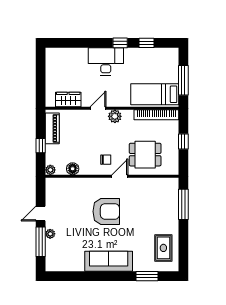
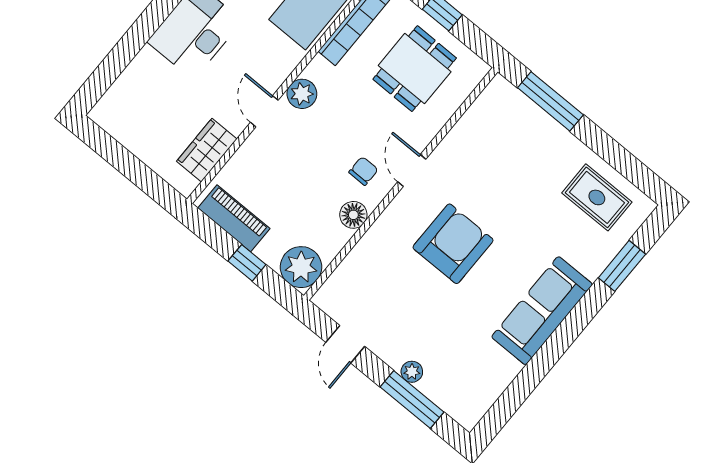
dining table: (145, 155) -> (415, 69), moved
floor lamp: (73, 169) -> (353, 215), moved
plant: (50, 170) -> (301, 267), width x1.88, depth x1.88
door: (41, 214) -> (345, 344), moved

